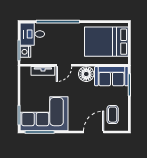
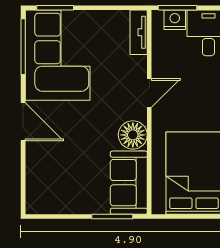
door: (64, 65) -> (149, 93), swing flipped
tv unit: (43, 71) -> (139, 32), moved
coffee table: (113, 115) -> (56, 185), removed
door: (94, 132) -> (23, 122), moved

